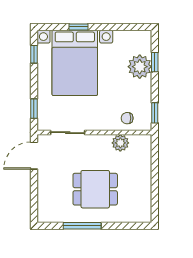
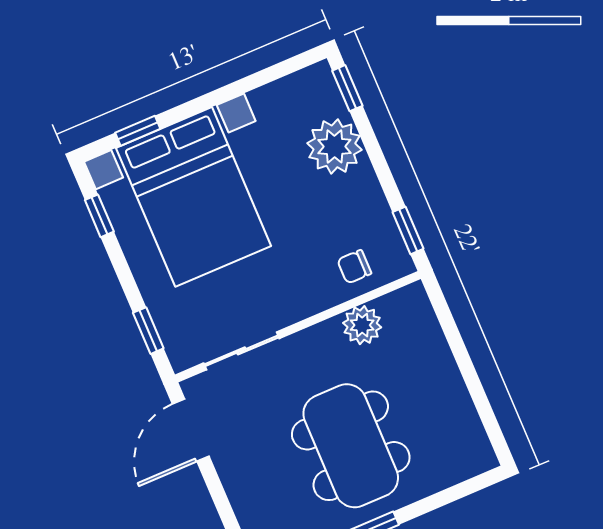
window: (79, 27) -> (138, 131), moved
window: (155, 62) -> (347, 88), moved
dining table: (95, 189) -> (351, 446), width x1.37

